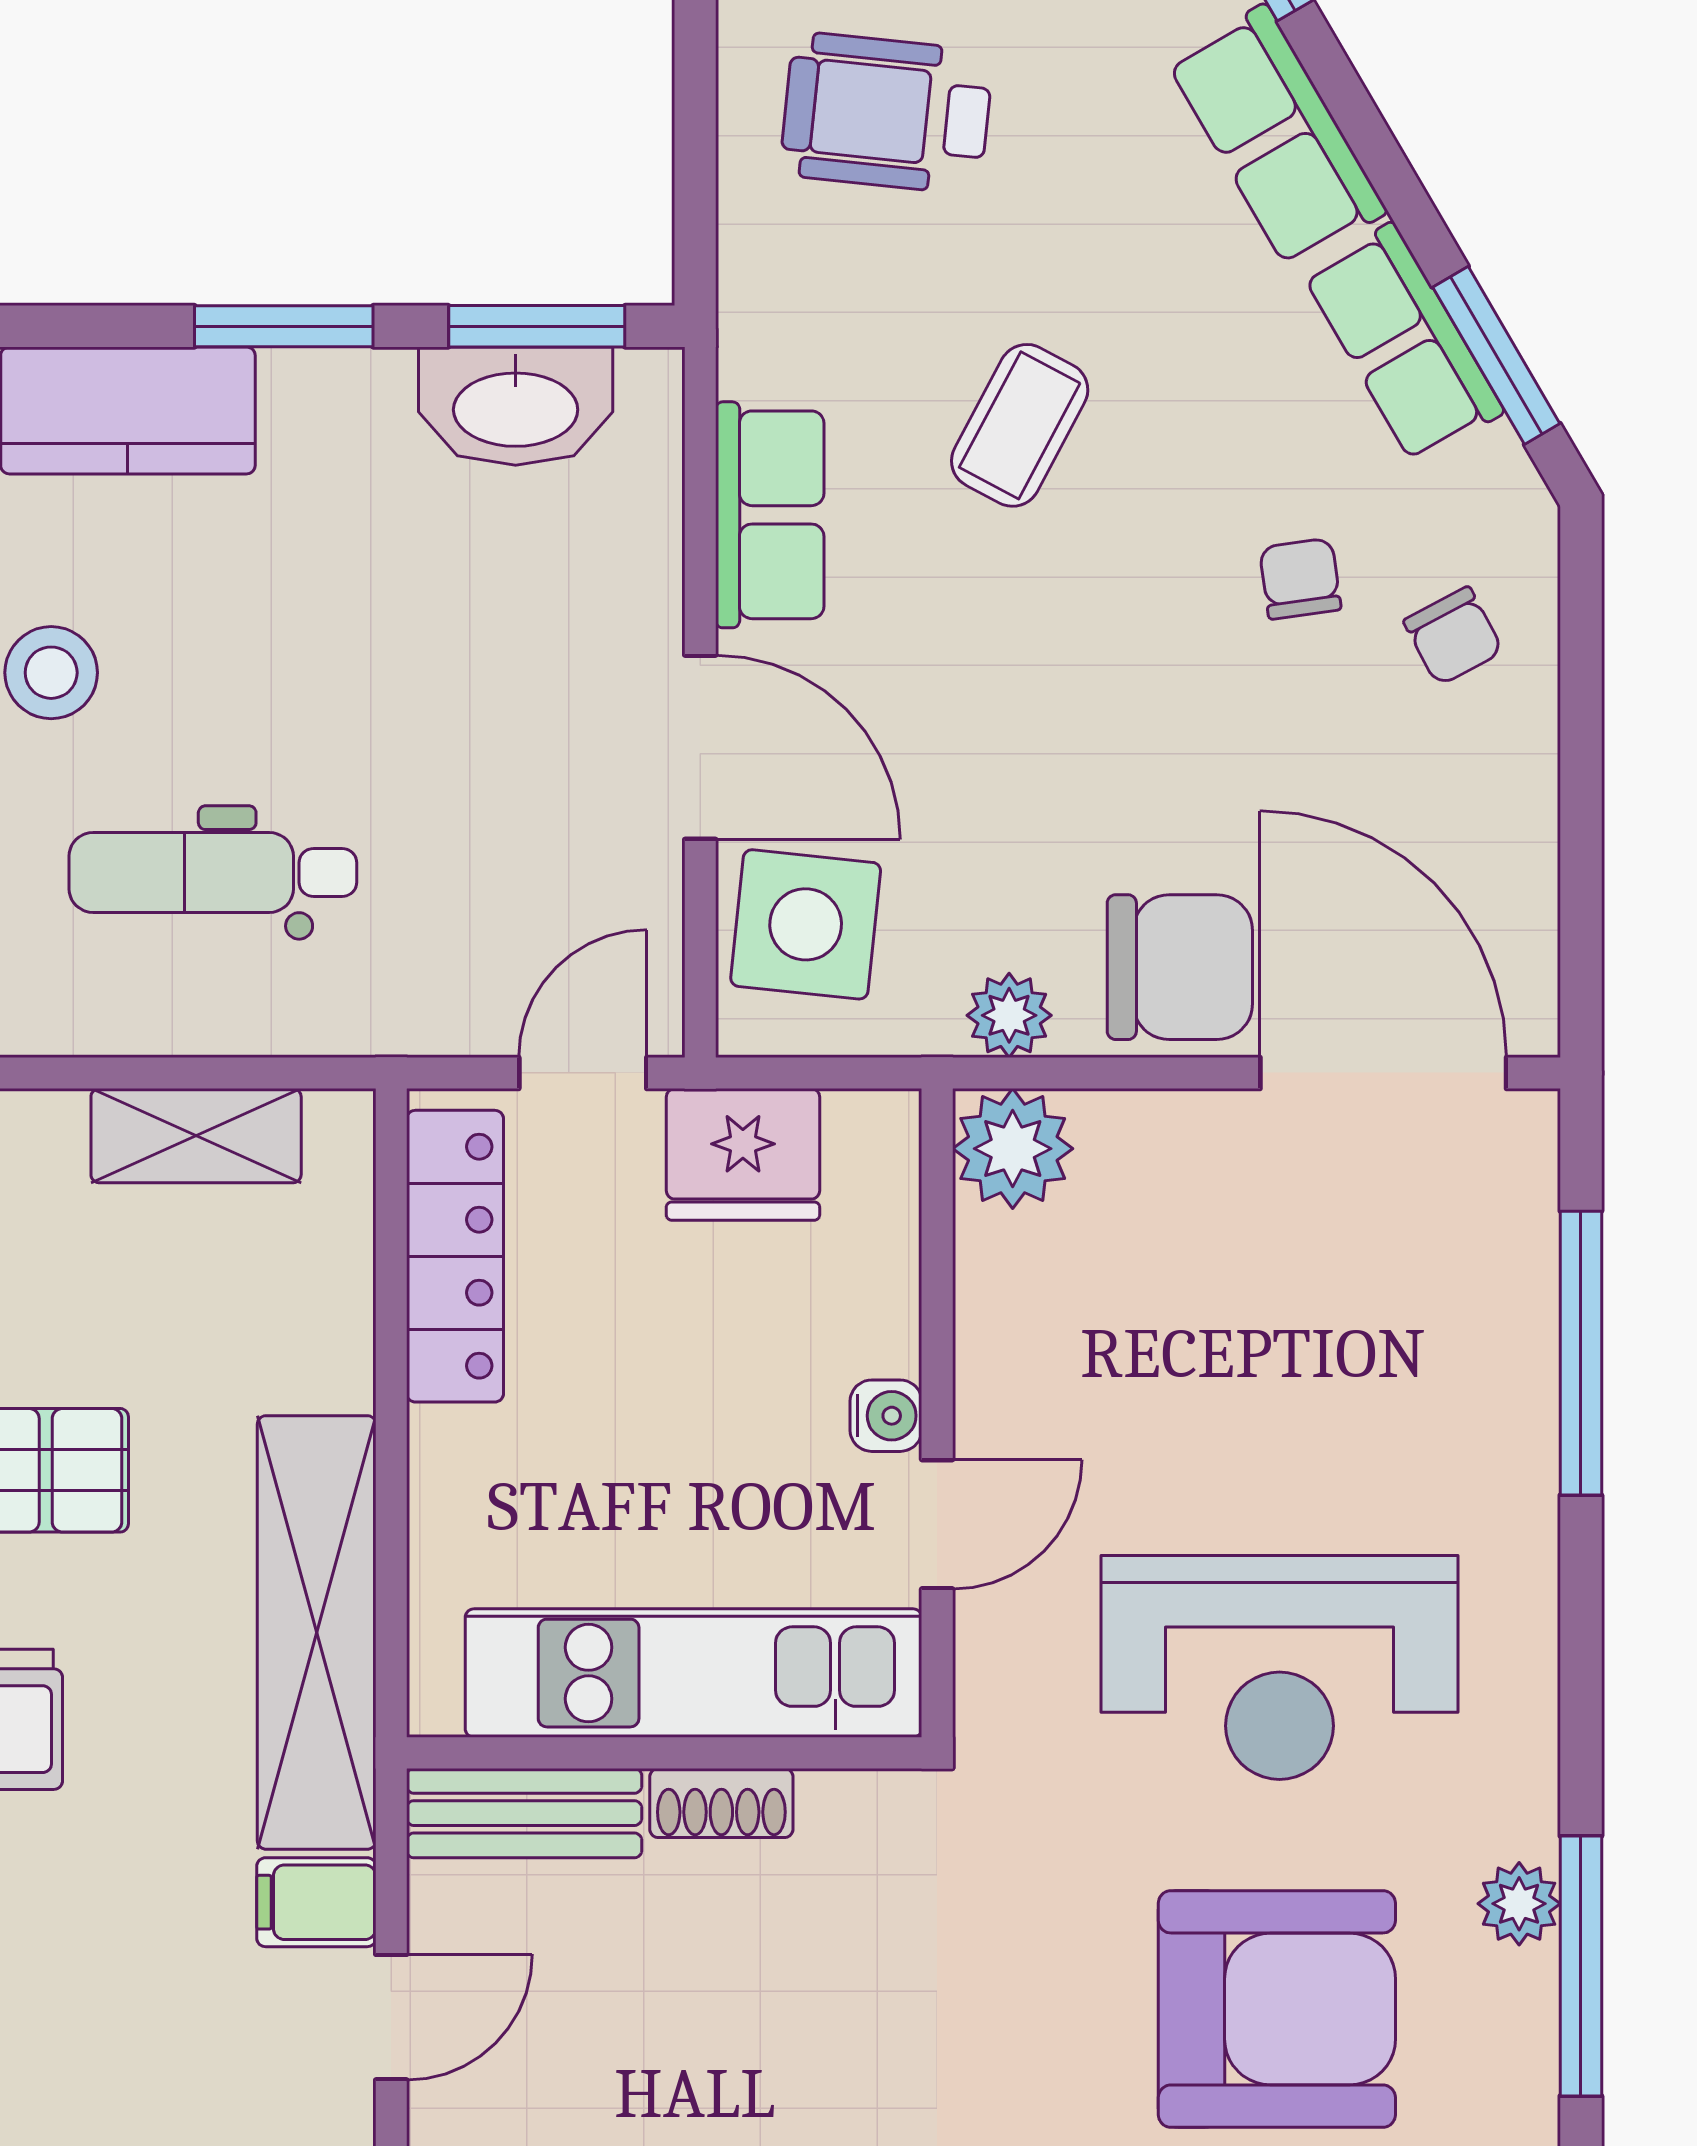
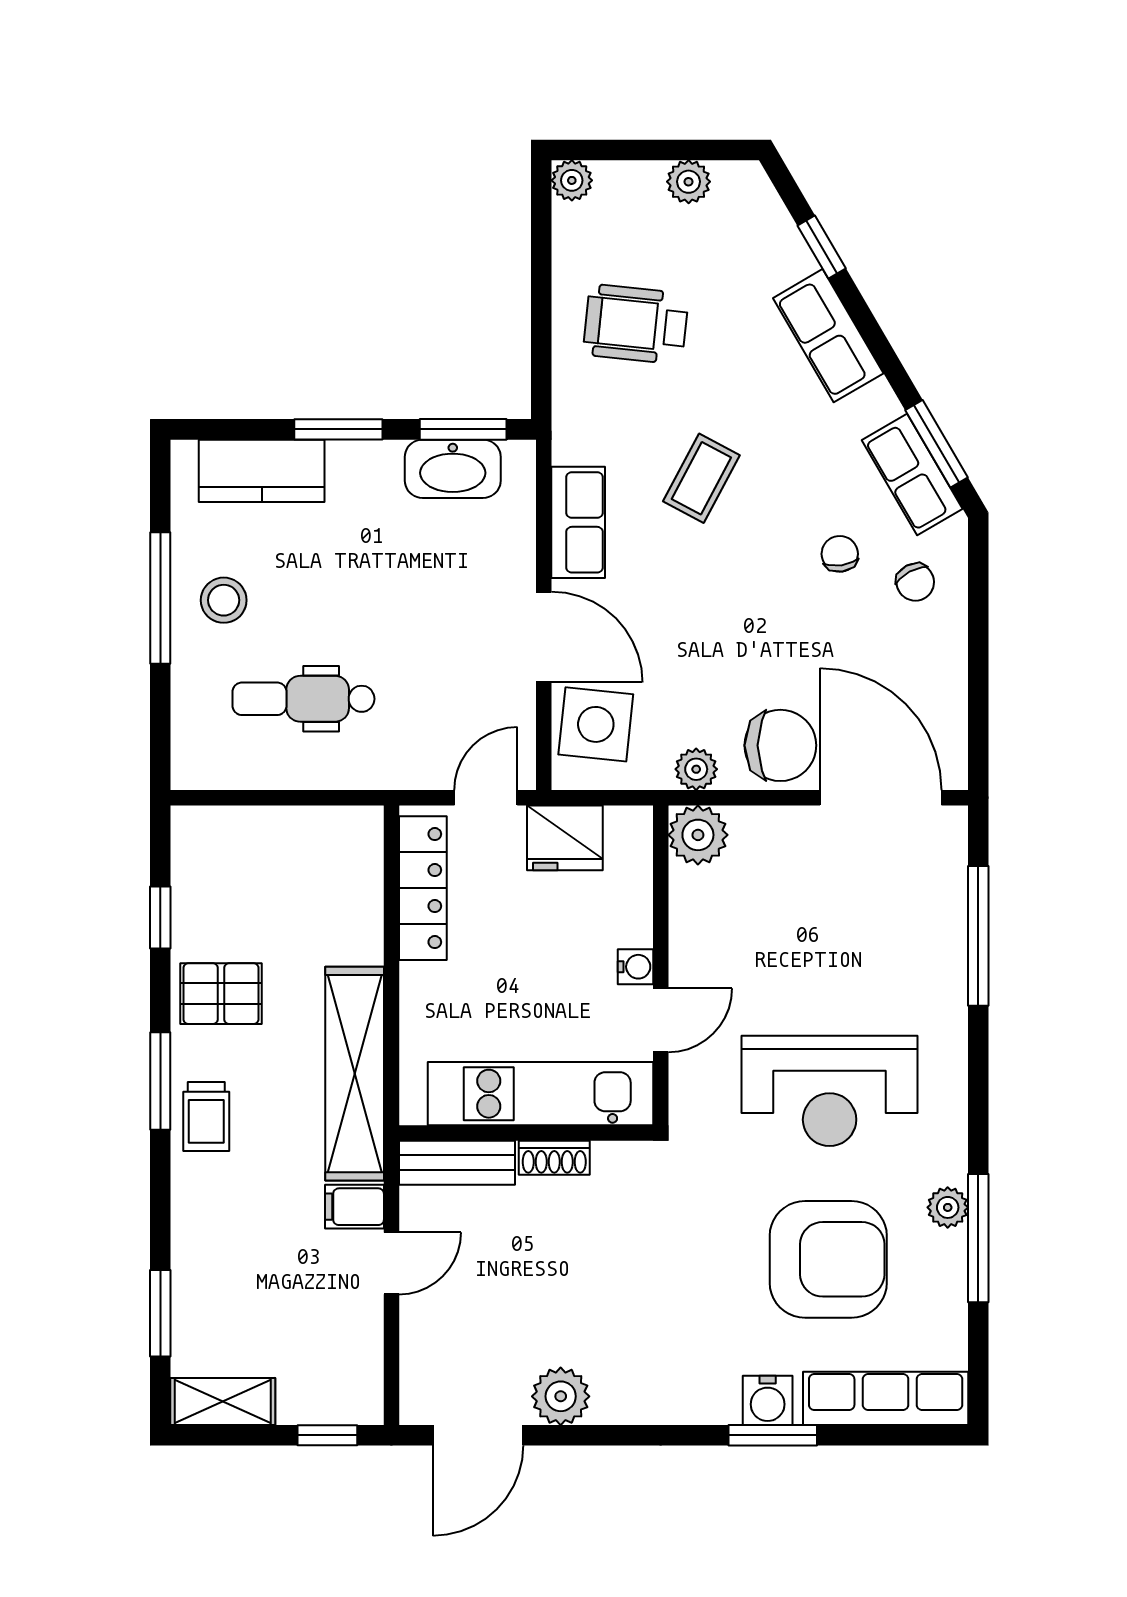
row of seats: (1403, 343) -> (912, 474), moved
shelving: (196, 1136) -> (295, 829), removed

